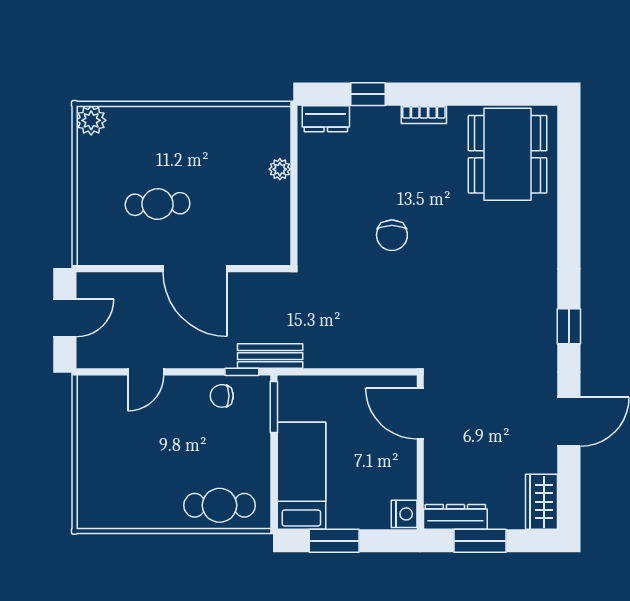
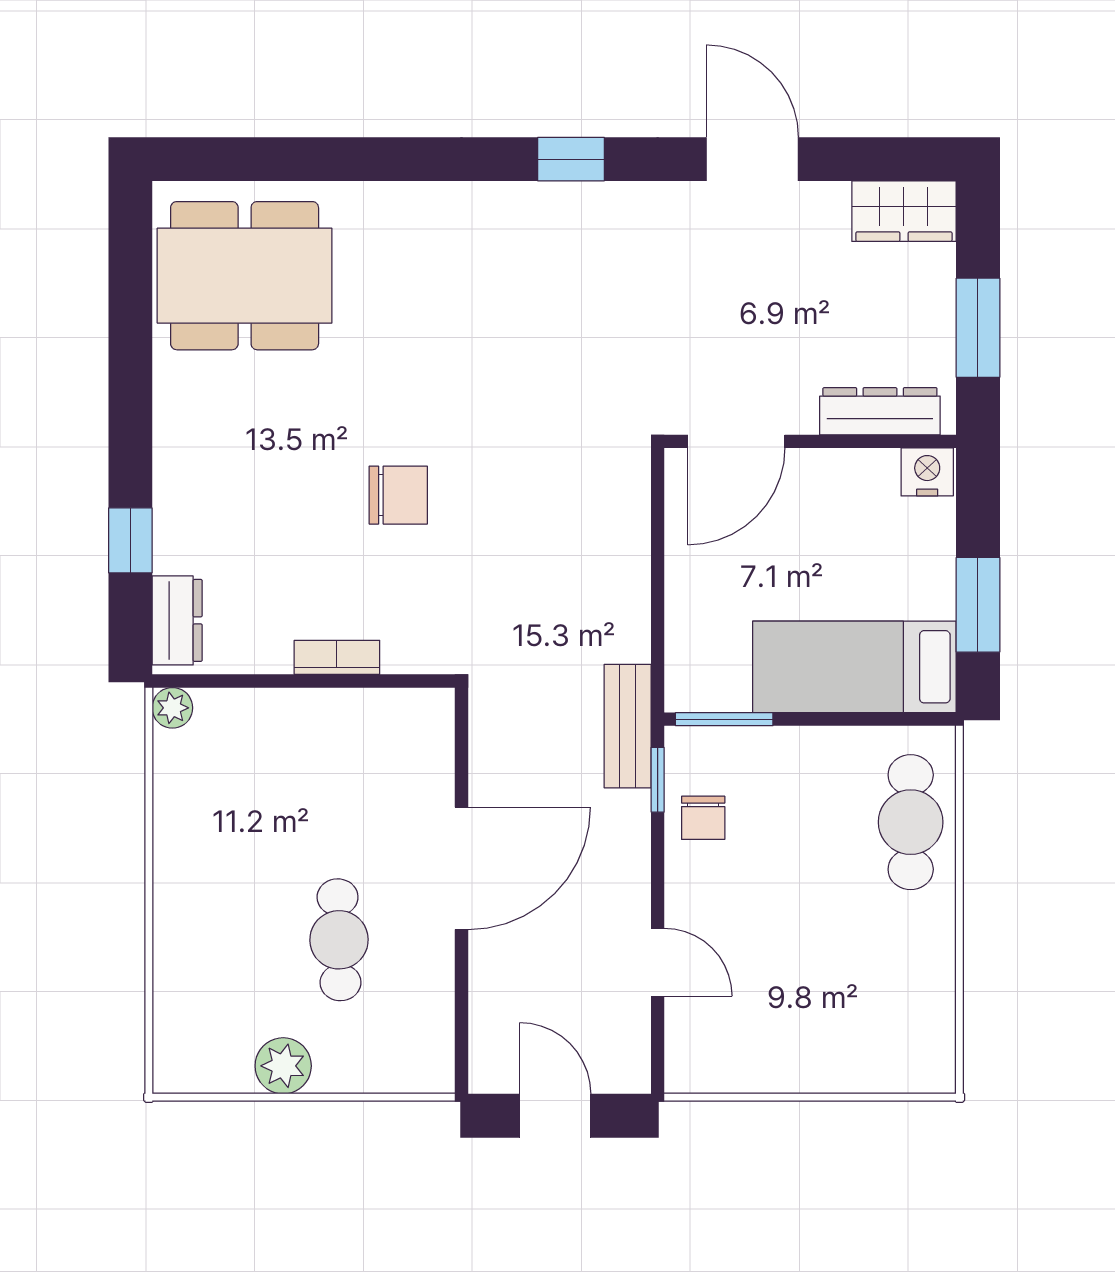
bookcase: (424, 115) -> (337, 657), moved, turned -90
plant: (91, 120) -> (283, 1066), moved
plant: (280, 169) -> (172, 708), moved
dresser: (455, 517) -> (880, 411), moved, turned 90

